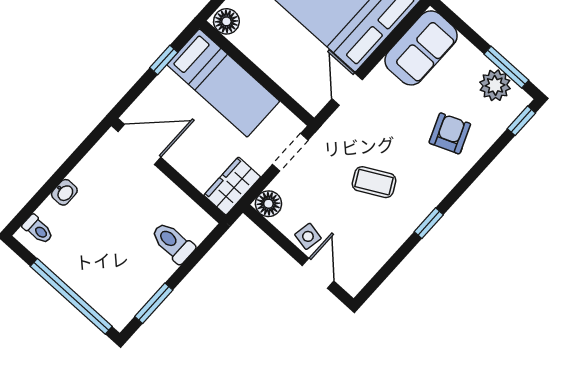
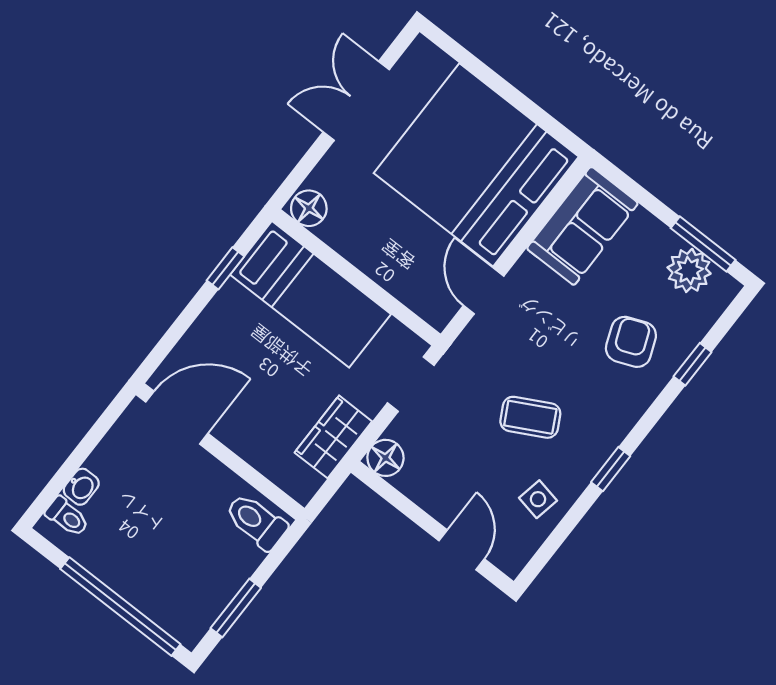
window: (521, 121) -> (693, 364), moved
door: (139, 144) -> (177, 418), moved
wall: (169, 171) -> (220, 452), moved
washbasin: (64, 192) -> (81, 487), moved
side table: (308, 236) -> (538, 499), moved

